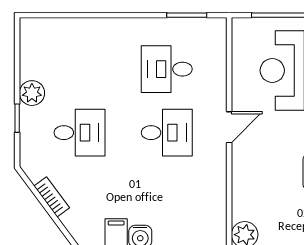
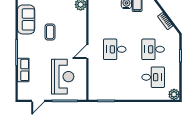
desk: (167, 69) -> (153, 77), moved
plant: (32, 93) -> (174, 94), moved

